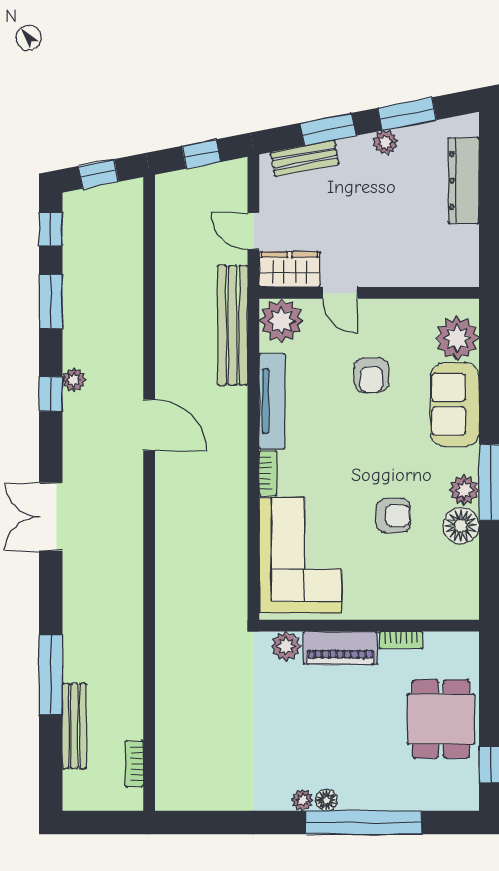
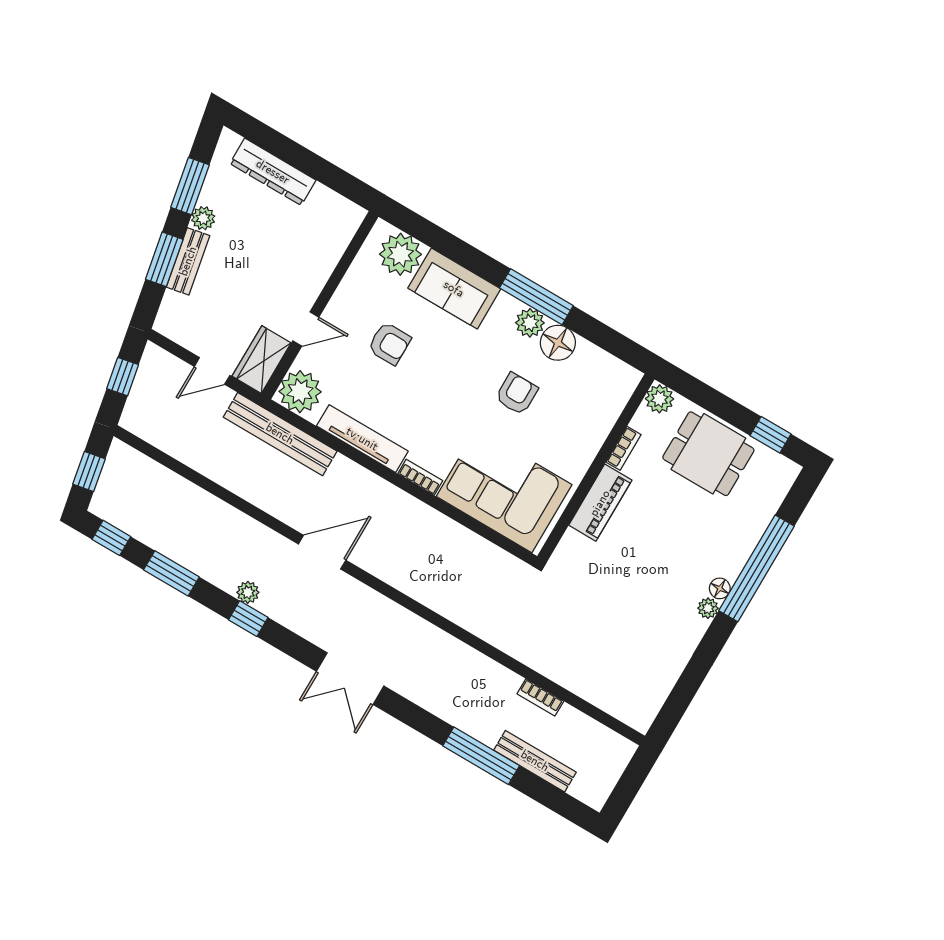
bench: (305, 158) -> (188, 261), moved
plant: (286, 646) -> (660, 399), moved
bookcase: (134, 764) -> (540, 697), moved

